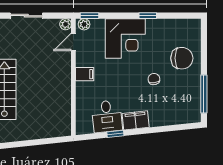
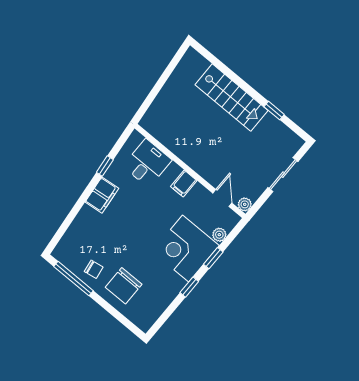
window: (90, 16) -> (213, 258), moved
plant: (84, 24) -> (219, 235), moved
chair: (154, 79) -> (94, 269), moved
desk: (107, 116) -> (147, 163), moved, turned 96

